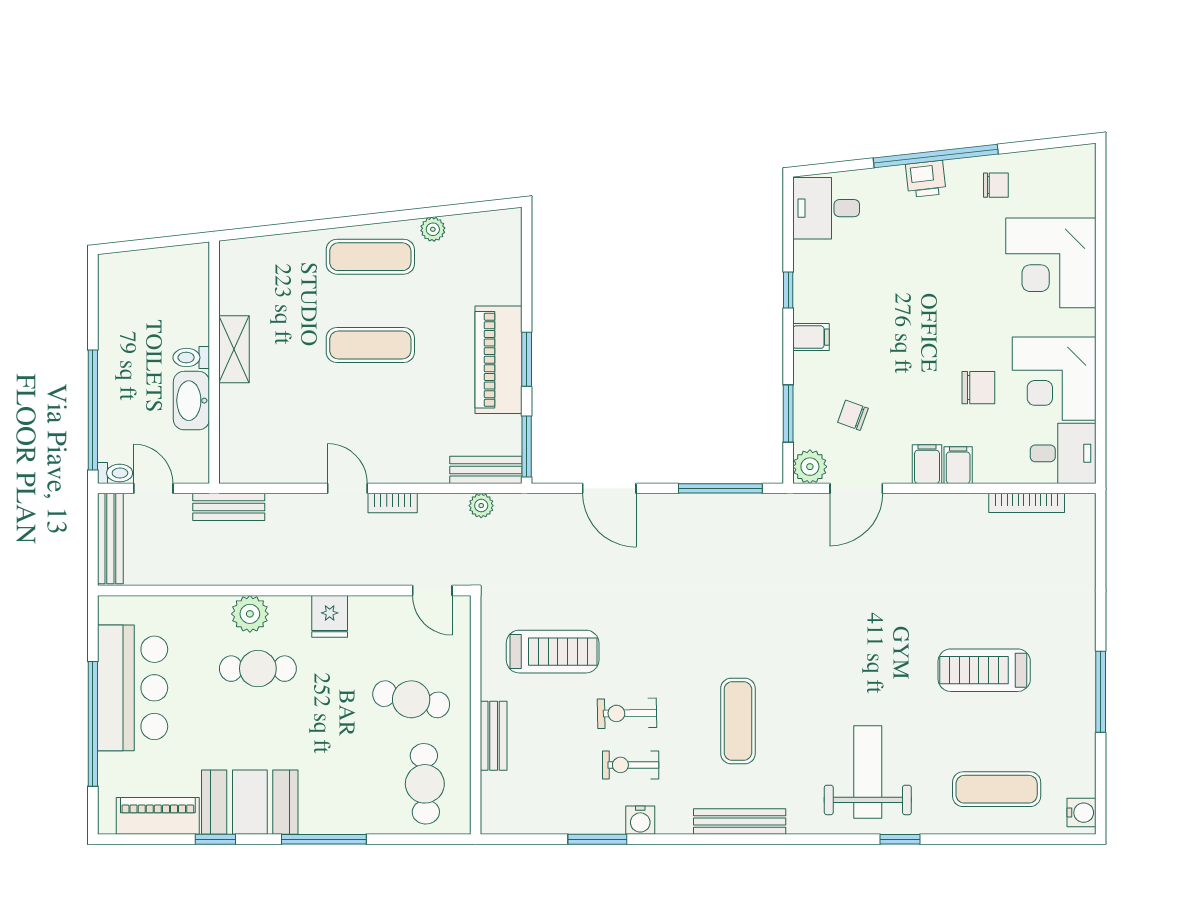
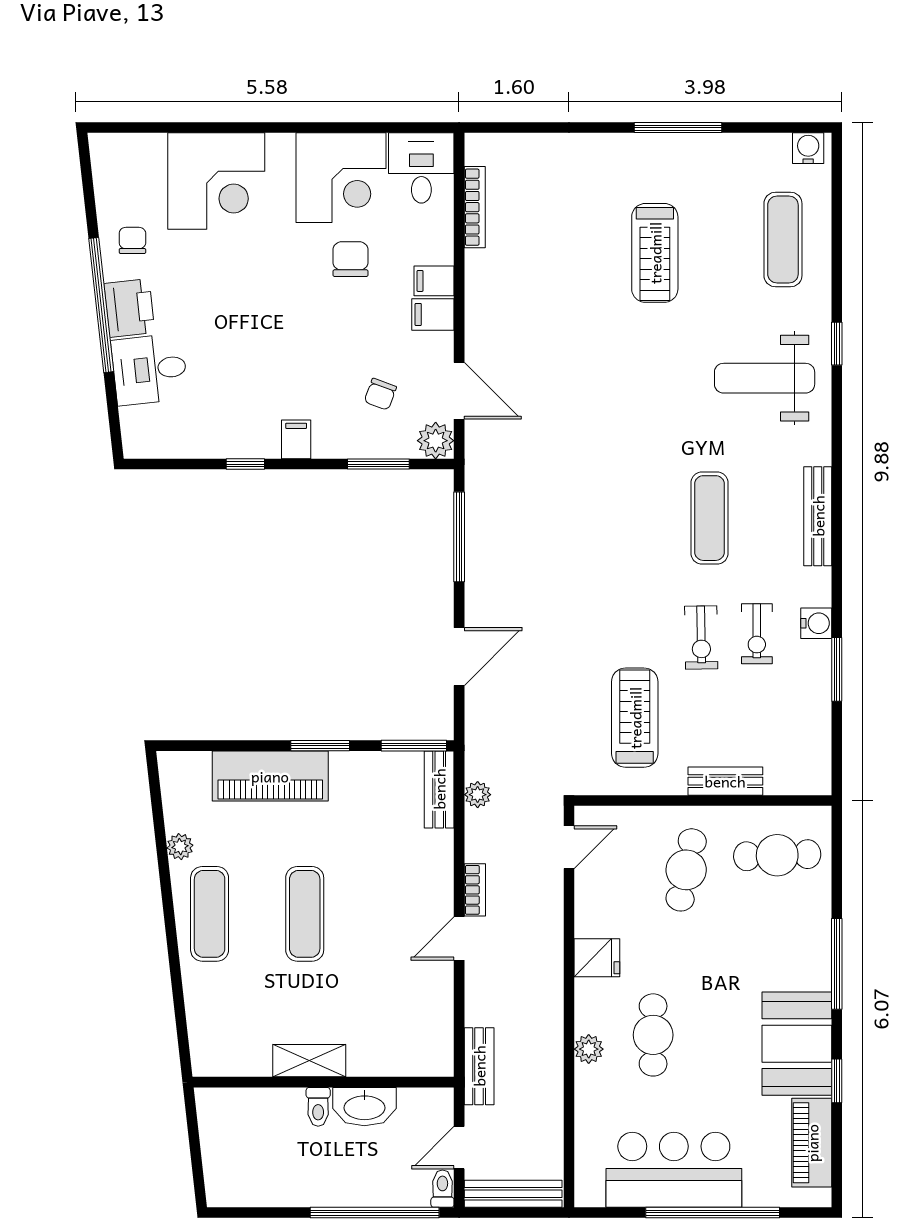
printer: (926, 179) -> (129, 308), width x1.36, depth x1.24
desk: (826, 208) -> (150, 369), moved, turned 84
piano: (498, 360) -> (270, 776), moved
plant: (250, 614) -> (589, 1049), width x0.73, depth x0.73
exercise mat: (738, 721) -> (710, 518), turned 90

